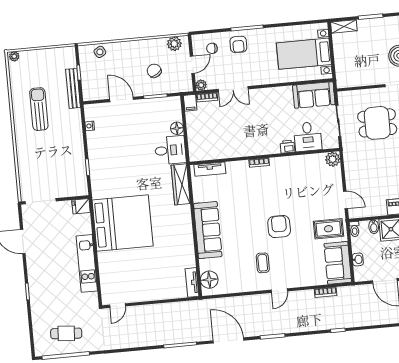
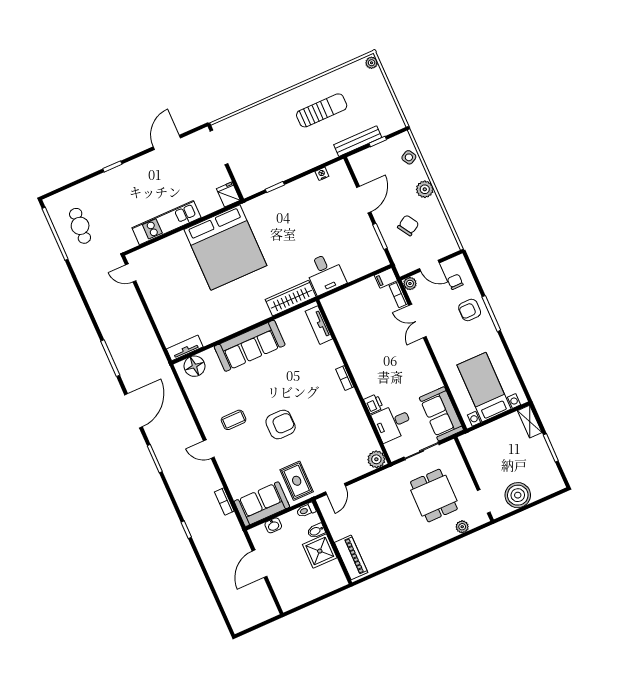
plant: (174, 44) -> (425, 189), moved
floor lamp: (177, 128) -> (352, 273), removed

